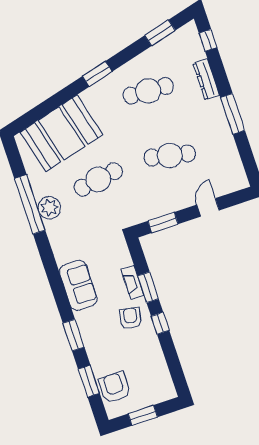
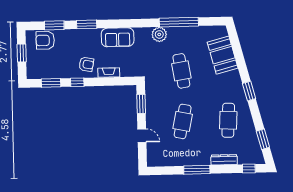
booth: (61, 133) -> (223, 55), width x0.73, depth x0.70
plant: (49, 208) -> (159, 34), moved
window: (148, 287) -> (51, 83), moved
armchair: (114, 387) -> (45, 40), turned 180

